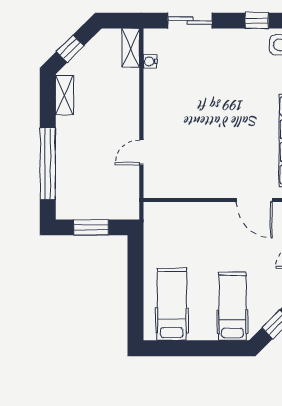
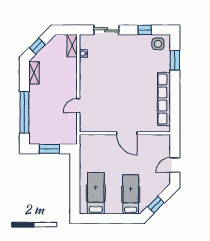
door: (254, 200) -> (127, 133), moved

